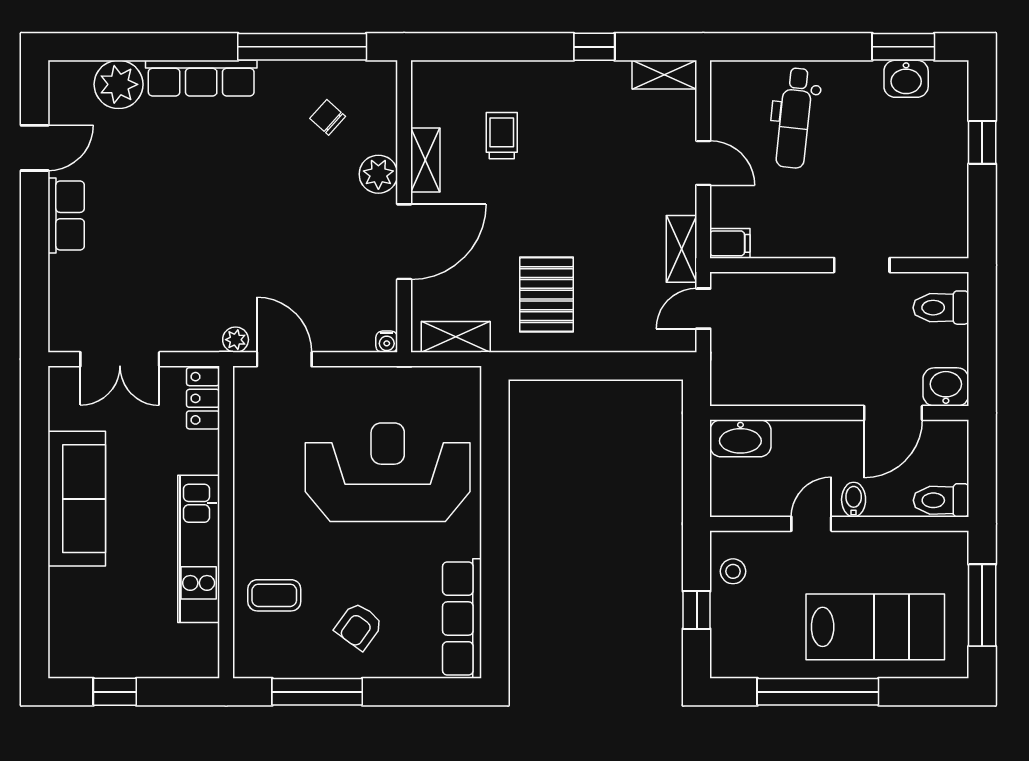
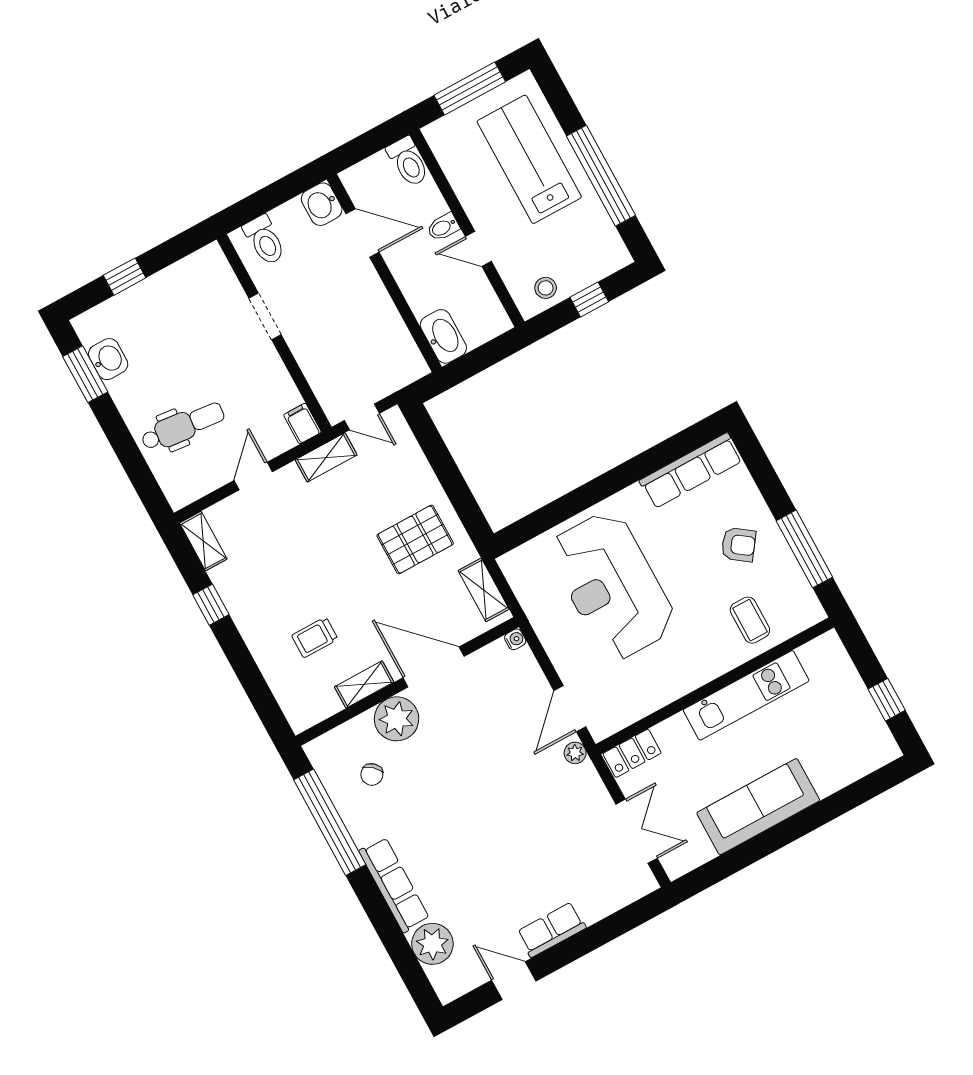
plant: (378, 174) -> (397, 719), width x1.36, depth x1.36

